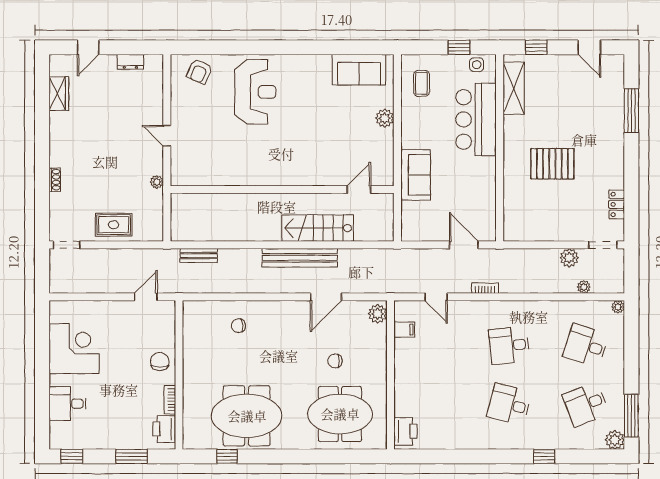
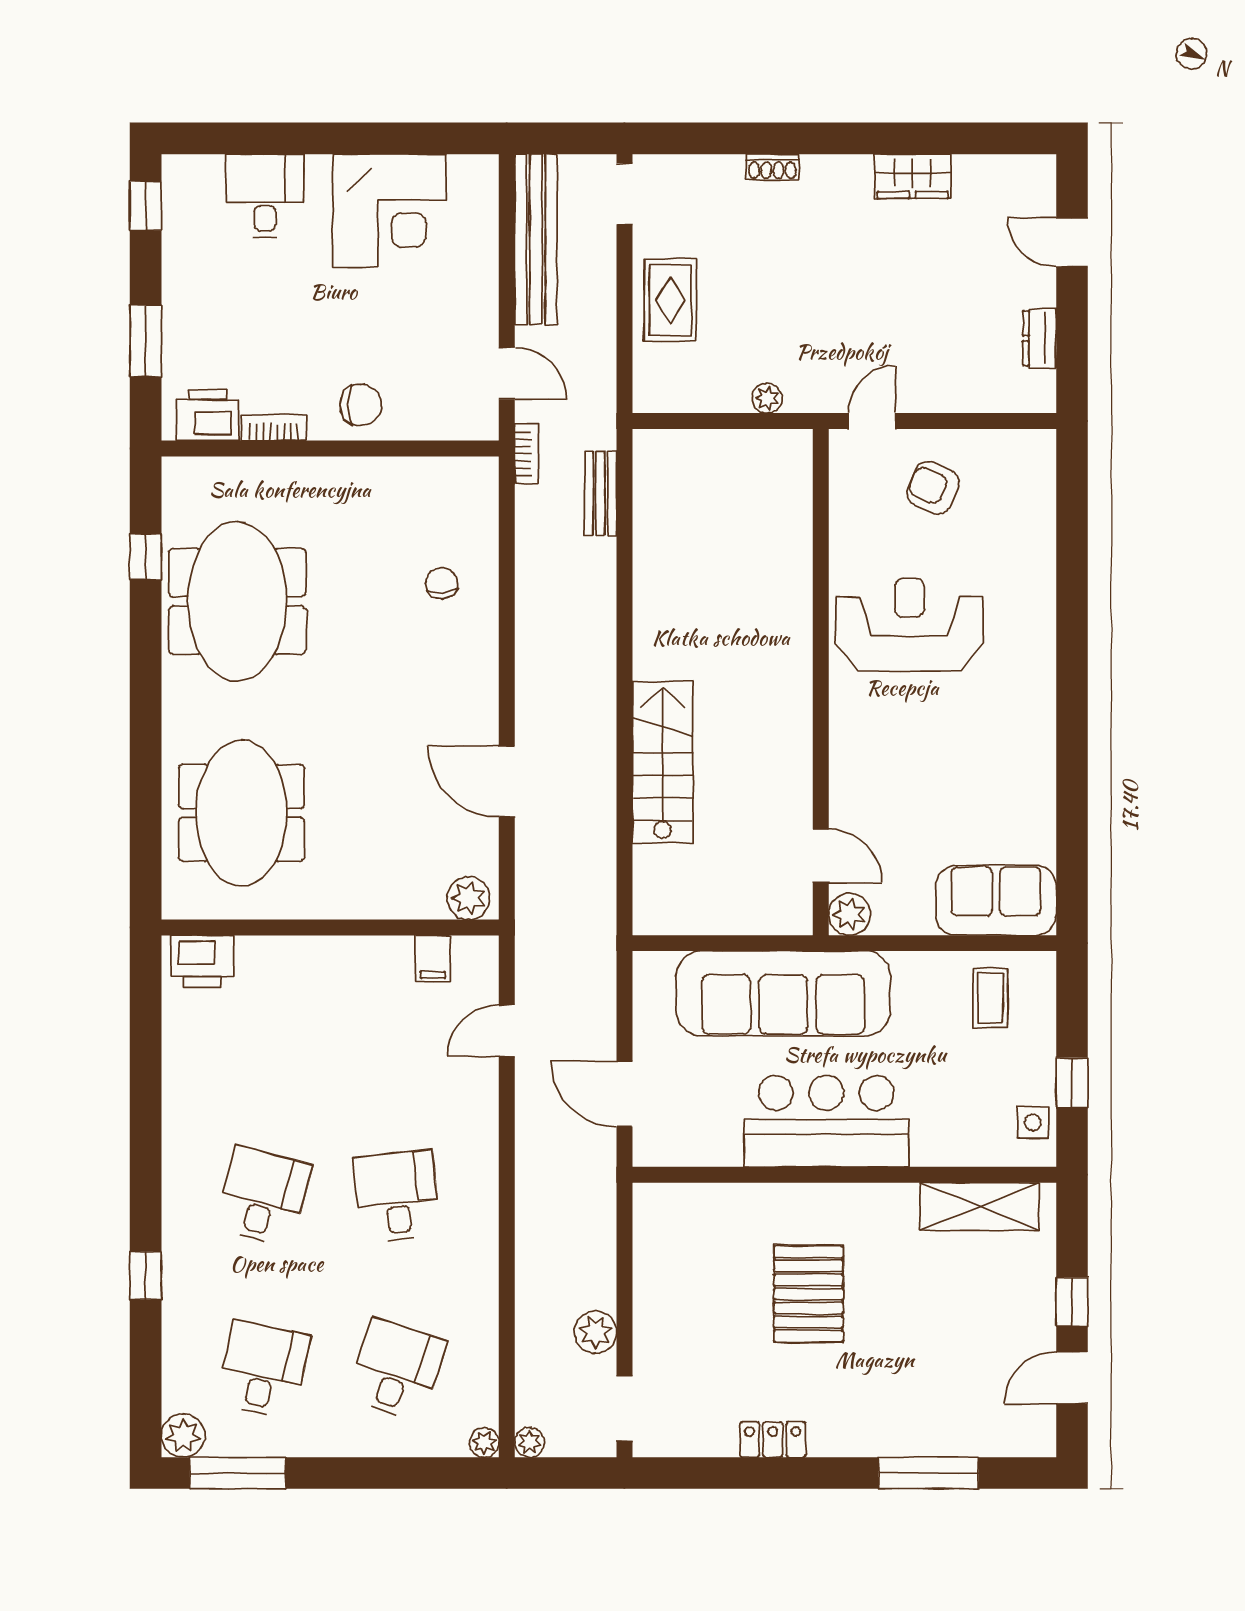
window: (536, 47) -> (1072, 1302), moved
sofa: (359, 70) -> (996, 900), moved, turned 90
armchair: (199, 71) -> (933, 488), moved
coffee table: (422, 83) -> (990, 998), turned 90
reception desk: (255, 92) -> (910, 625), moved, turned 180
wardrobe: (59, 94) -> (912, 176), moved
plant: (385, 118) -> (850, 914), moved
bar counter: (476, 119) -> (826, 1121), moved
sofa: (416, 175) -> (783, 993), width x1.85, depth x1.27
wall: (282, 189) -> (821, 682), moved
door: (359, 189) -> (821, 856), moved
locker: (617, 204) -> (773, 1440), moved
door: (464, 245) -> (624, 1094), swing flipped
bench: (300, 258) -> (536, 239), moved
plant: (584, 287) -> (529, 1442), moved
bookcase: (485, 288) -> (527, 454), moved
chair: (335, 361) -> (362, 802), removed
desk: (586, 404) -> (263, 1370), turned 33

